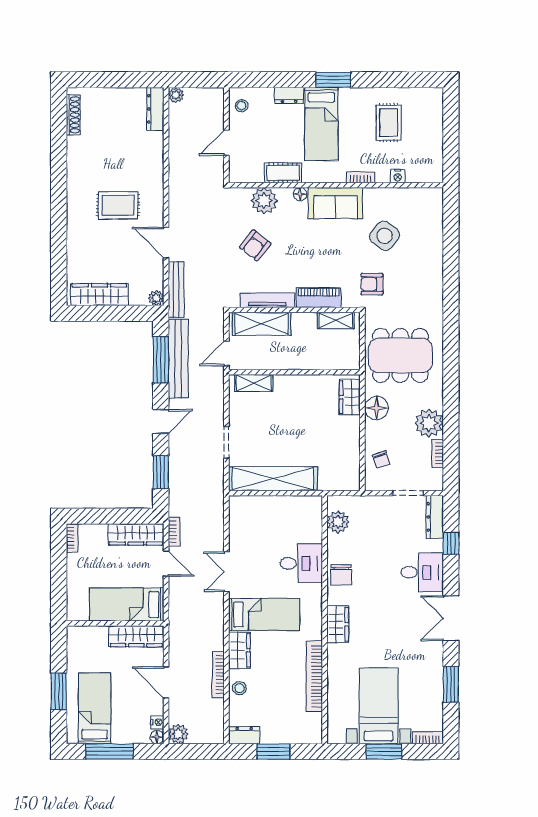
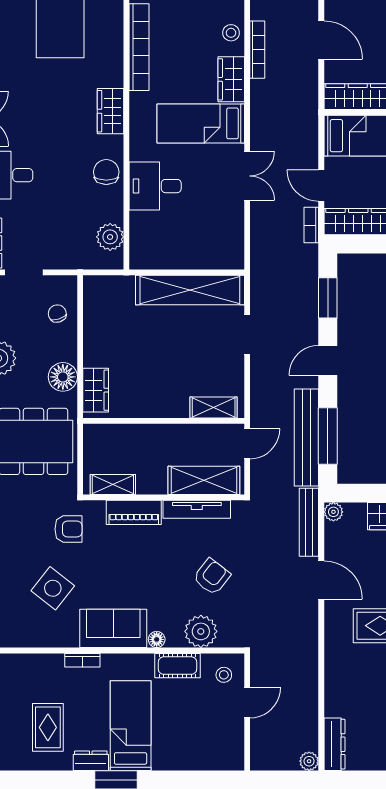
dresser: (289, 95) -> (91, 761), moved
stool: (242, 106) -> (224, 675), moved
nightstand: (398, 176) -> (37, 662), removed

